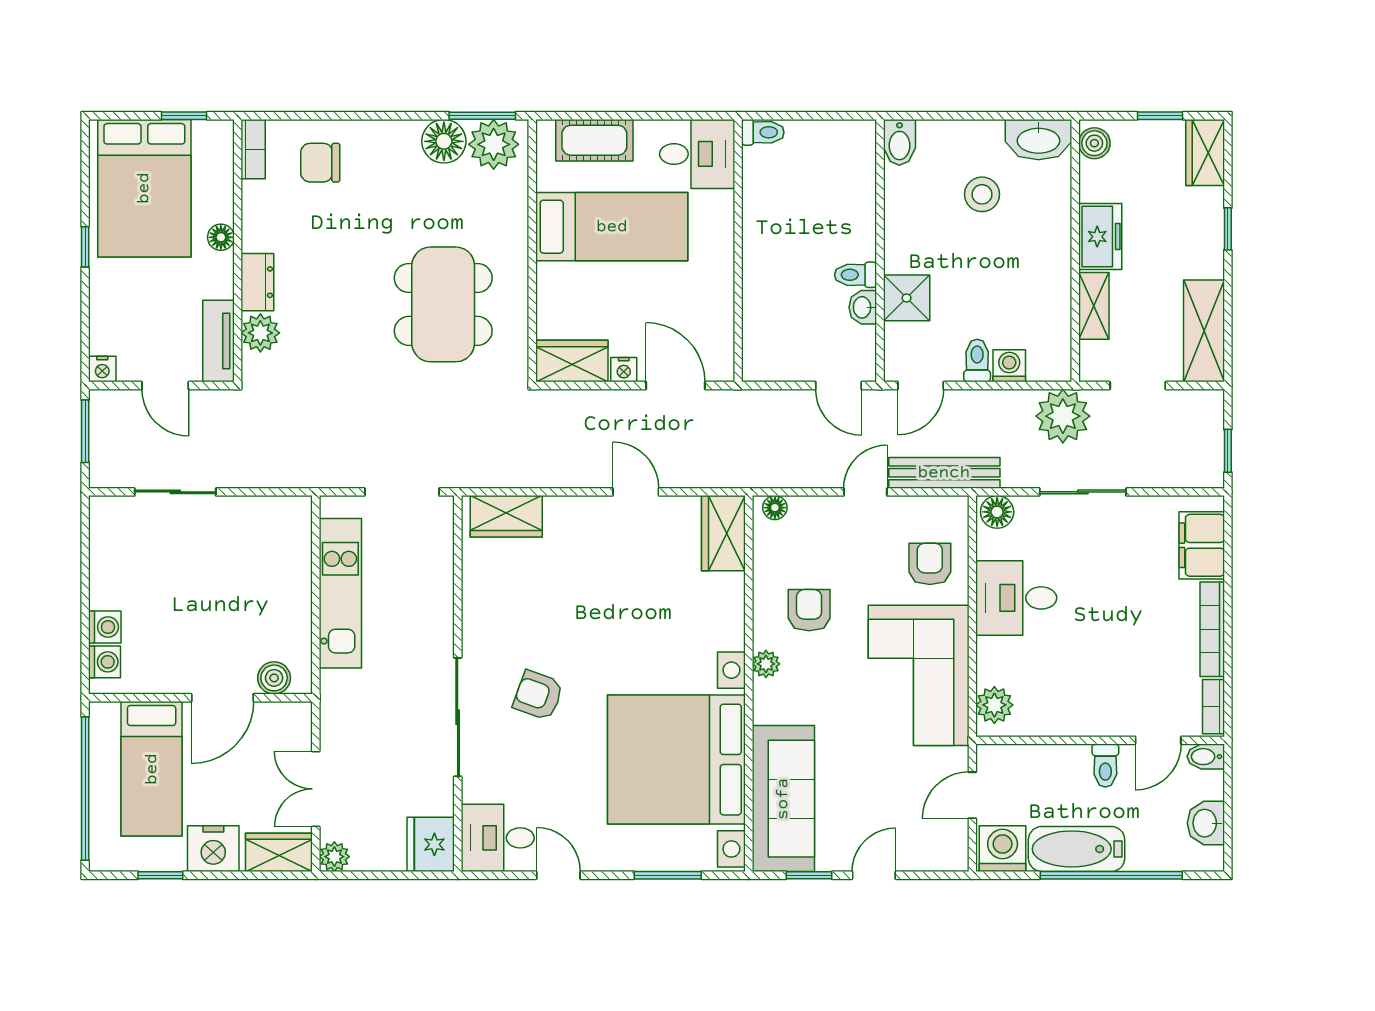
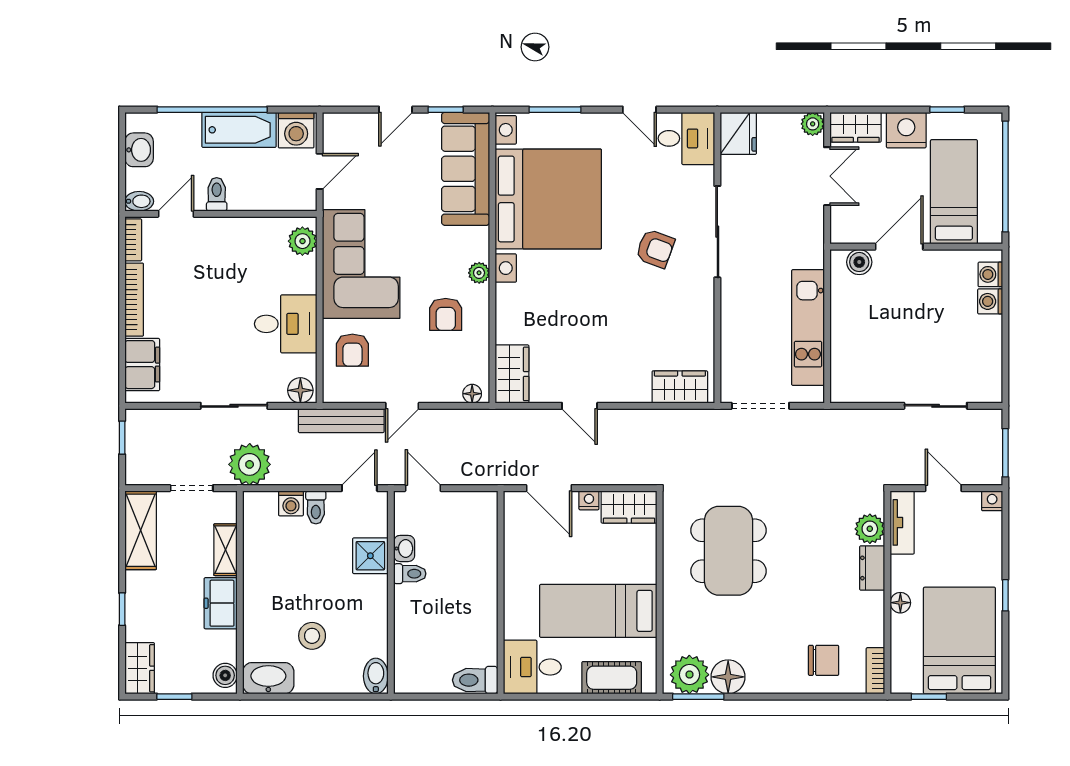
toilet: (763, 132) -> (475, 680), width x1.37, depth x1.39

